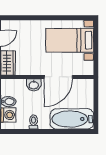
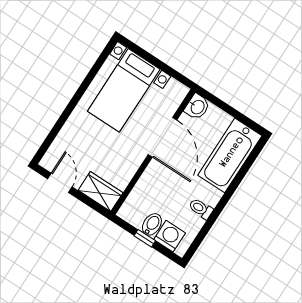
washbasin: (34, 85) -> (197, 107), moved

